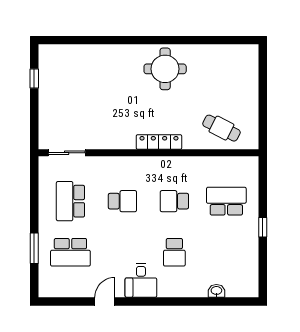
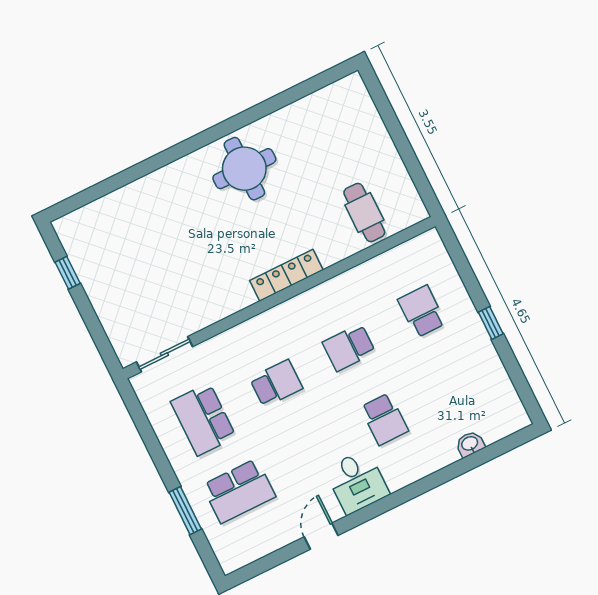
cafe table: (221, 128) -> (364, 212), turned 63
school desk: (226, 201) -> (422, 311), width x0.54

